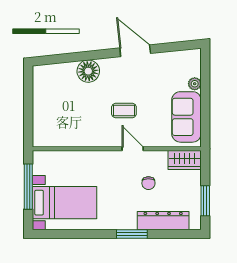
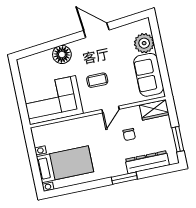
plant: (195, 84) -> (144, 43), width x1.88, depth x1.88
corner sofa: (66, 123) -> (53, 100), added
door: (133, 149) -> (111, 109), swing flipped
window: (28, 187) -> (33, 157), removed

